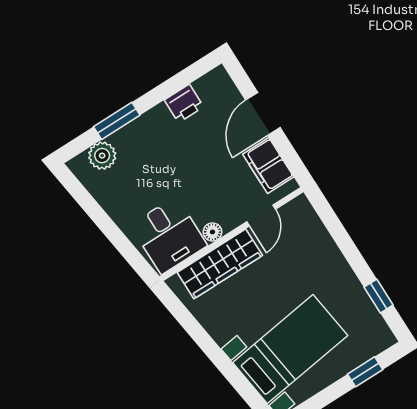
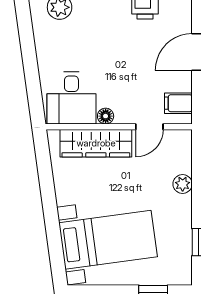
filing cabinet: (268, 165) -> (178, 103), width x0.50
plant: (328, 250) -> (183, 184), added

